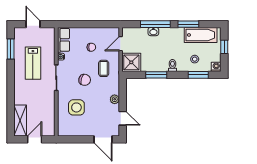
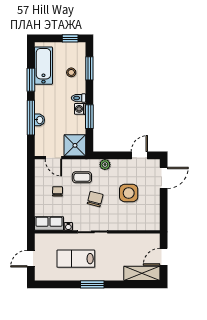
window: (224, 47) -> (70, 38), moved
window: (11, 49) -> (92, 284), moved
lab bench: (33, 63) -> (76, 259), turned 180
washing machine: (216, 67) -> (80, 109), moved
plant: (115, 99) -> (105, 165), moved
side table: (76, 107) -> (129, 193), moved
door: (35, 139) -> (164, 257), hinge flipped

